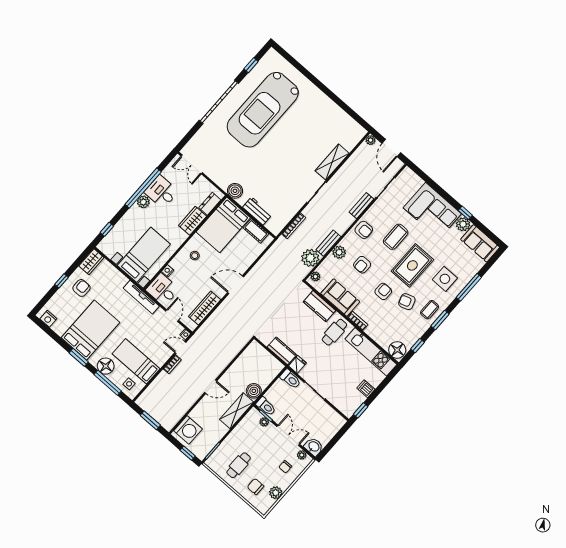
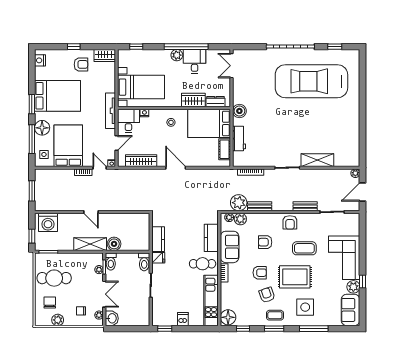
plant: (339, 252) -> (240, 219), moved
bed: (136, 361) -> (68, 146), width x1.50
cafe table: (239, 465) -> (54, 278), width x1.37, depth x1.35

